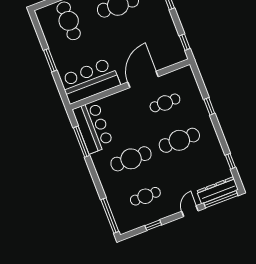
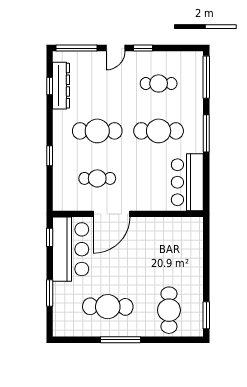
window: (50, 60) -> (206, 315), moved
bar counter: (90, 81) -> (71, 249), moved, turned -90
window: (81, 142) -> (206, 133), moved
dresser: (218, 190) -> (61, 86), moved, turned -90
window: (153, 225) -> (143, 48), moved

